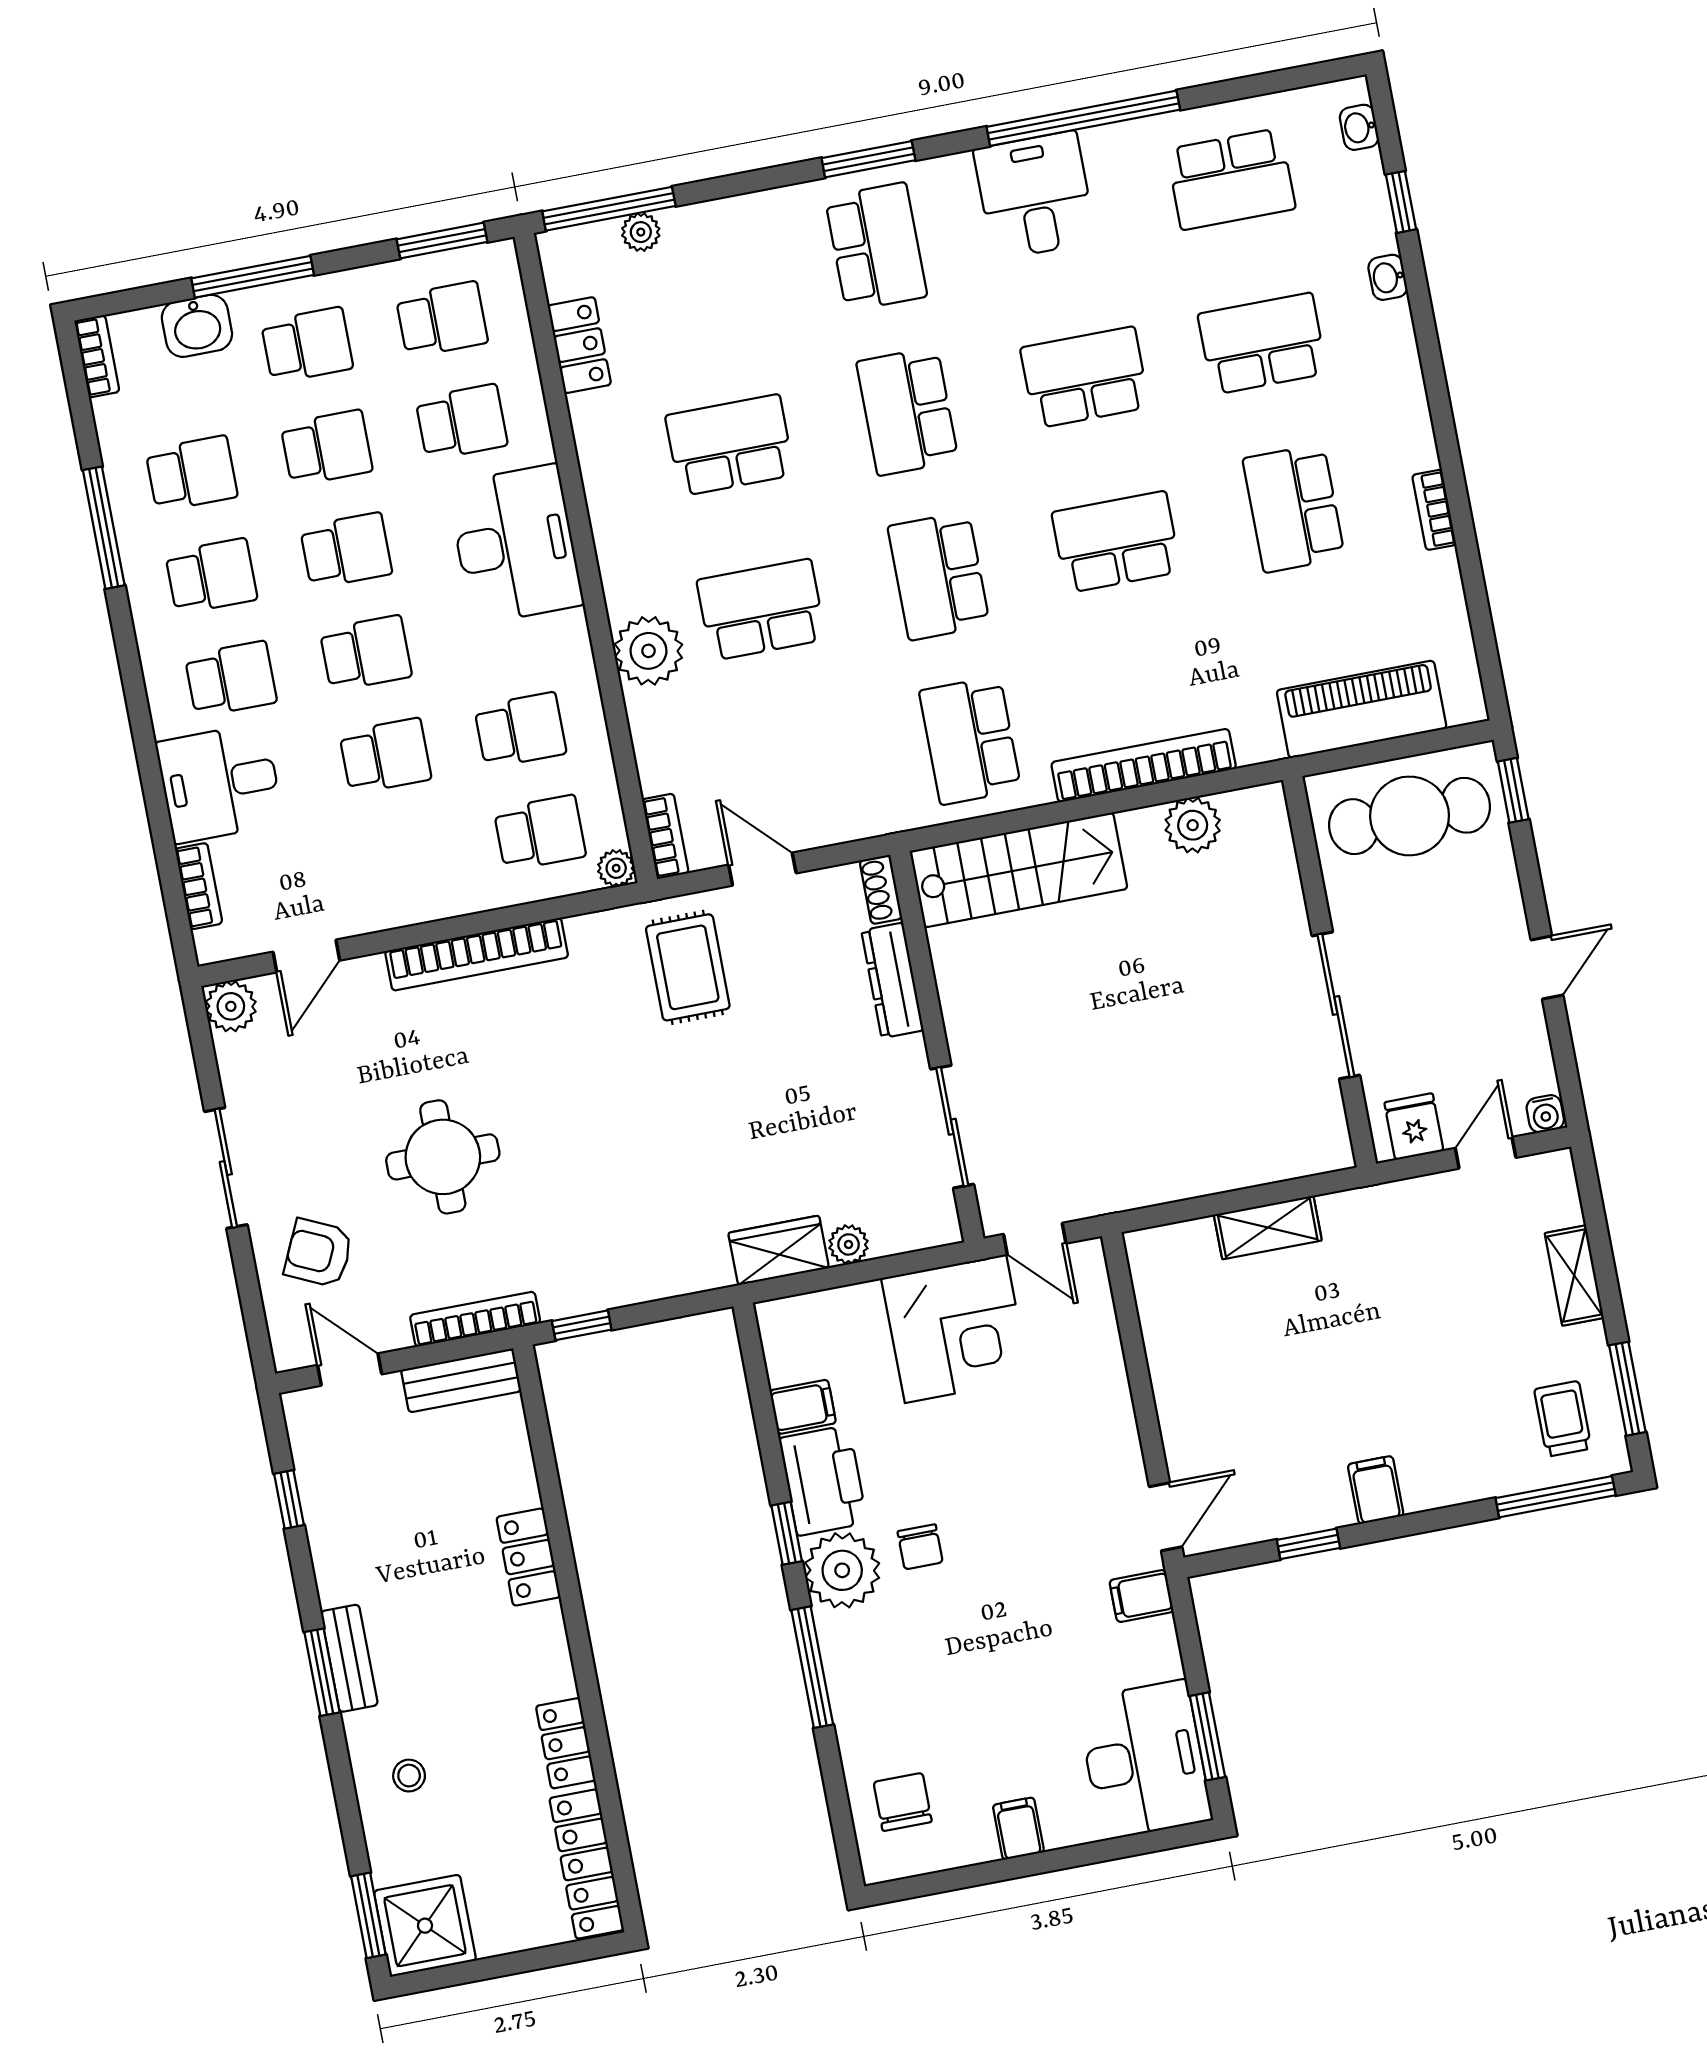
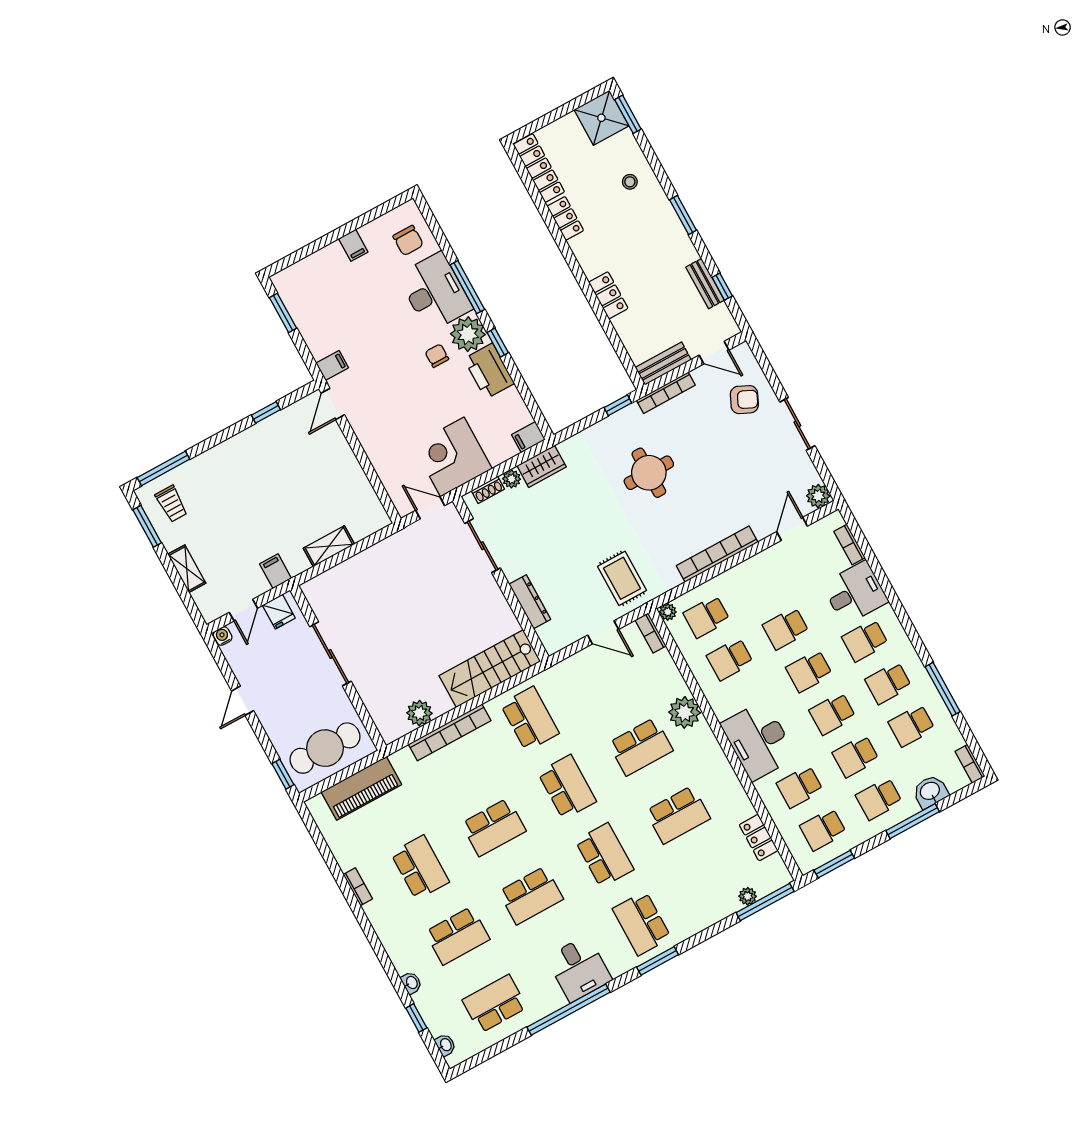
shoe rack: (881, 889) -> (488, 490), moved, turned 90
round table: (443, 1157) -> (649, 473), moved
filing cabinet: (803, 1407) -> (529, 437), moved
filing cabinet: (1376, 1490) -> (276, 571), moved, turned 180
bench: (349, 1658) -> (705, 284), moved
desk: (1144, 1760) -> (435, 292), moved, turned 180

